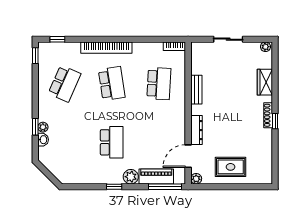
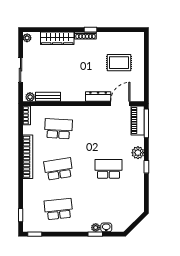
bookcase: (106, 48) -> (28, 157), moved
wardrobe: (265, 82) -> (57, 38), width x1.50
school desk: (65, 84) -> (58, 209), turned -30
bench: (196, 90) -> (48, 97), moved
door: (188, 156) -> (120, 104), swing flipped
rug: (231, 167) -> (119, 63), moved, turned 90
piano: (156, 176) -> (138, 121), moved
plant: (196, 179) -> (30, 97), moved

